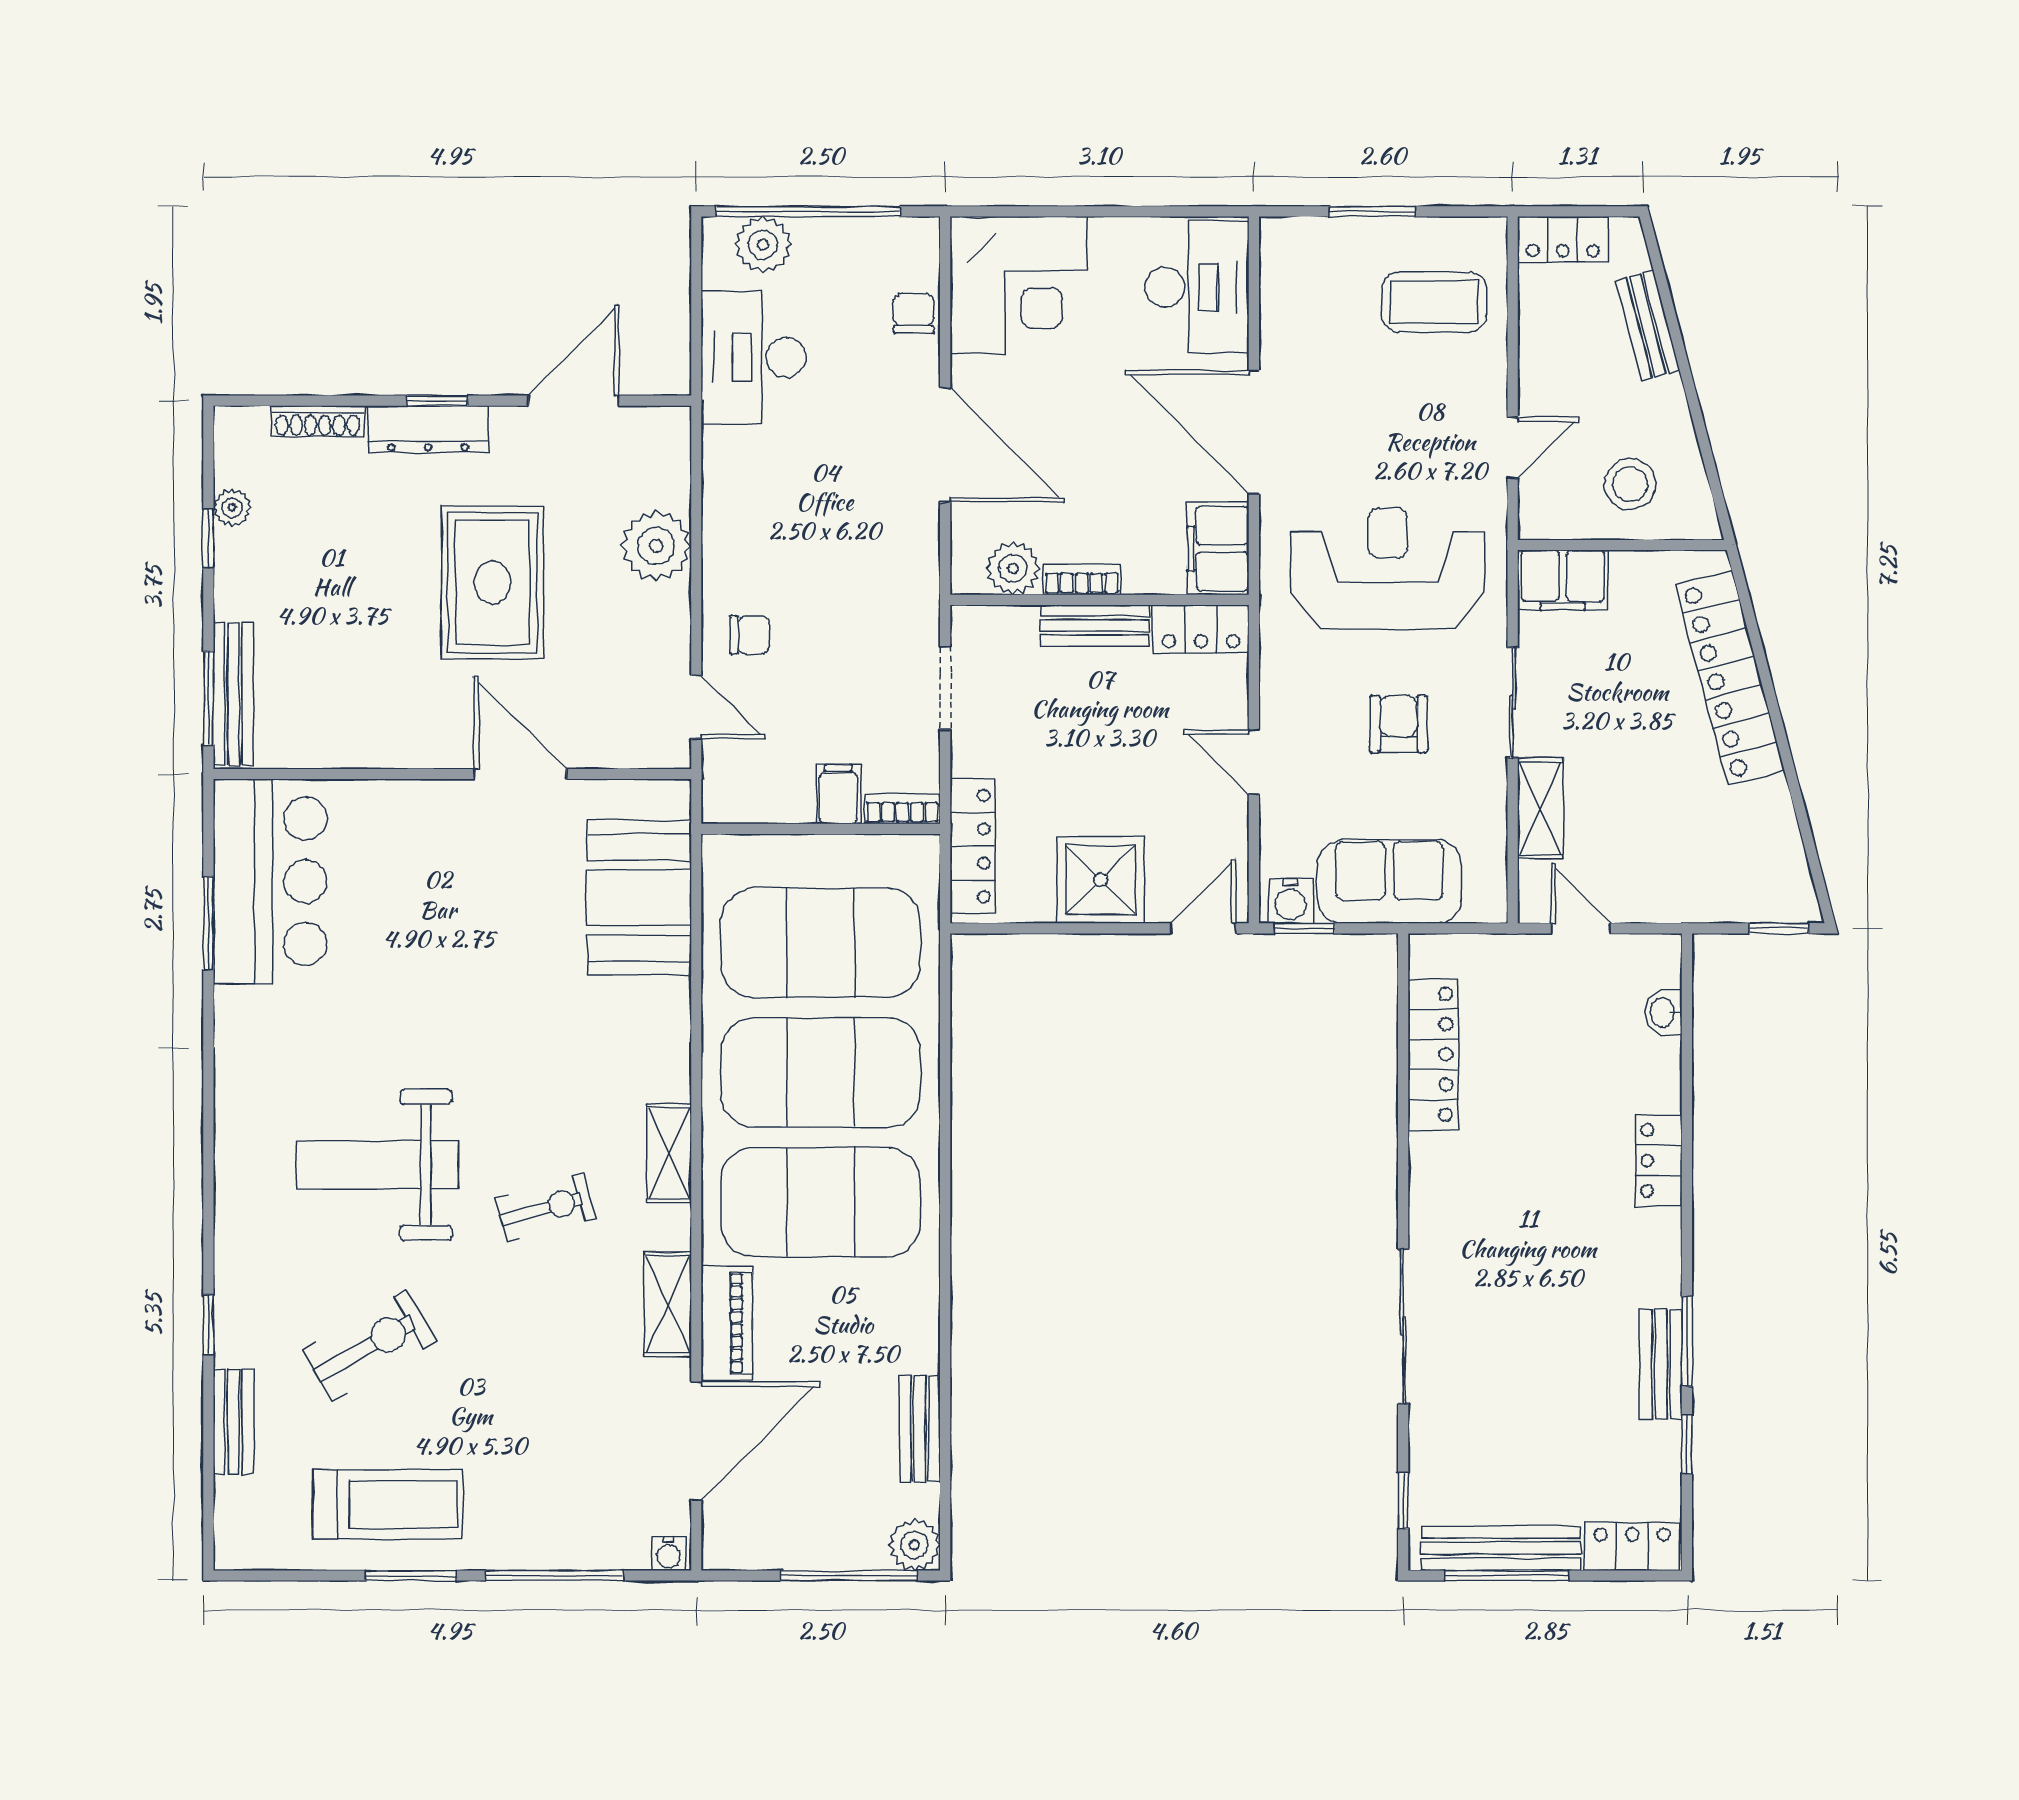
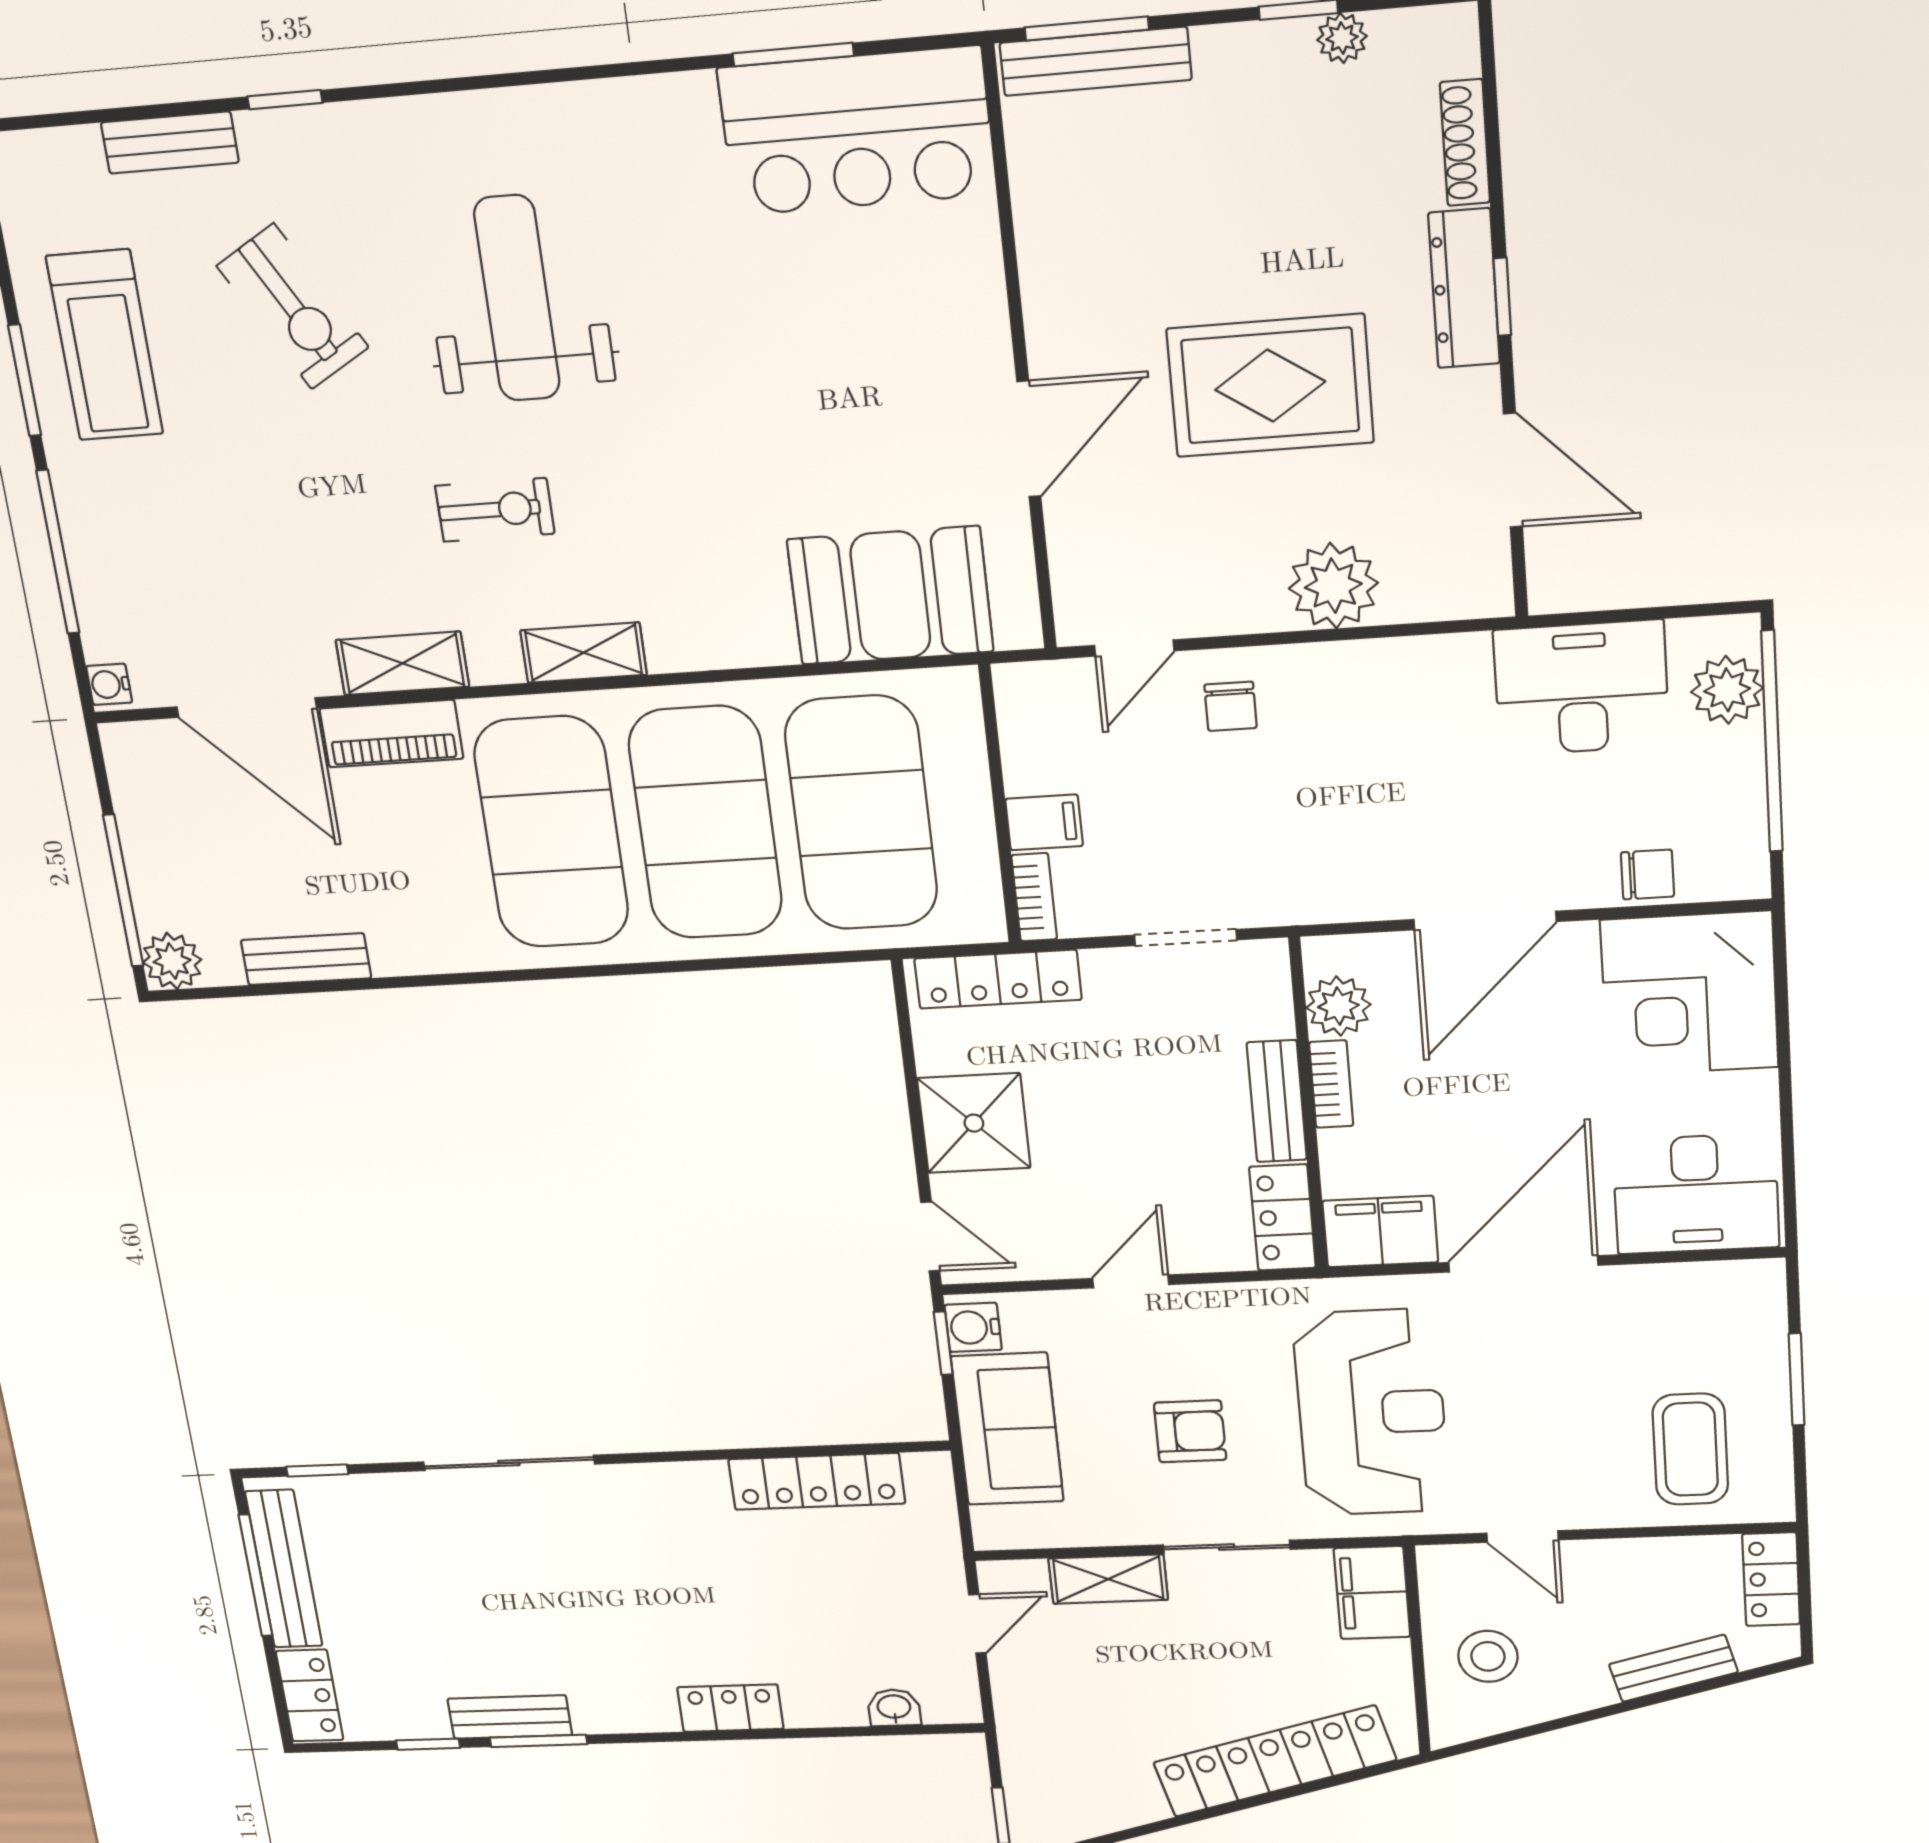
exercise bike: (546, 1208) -> (495, 510), turned -75

